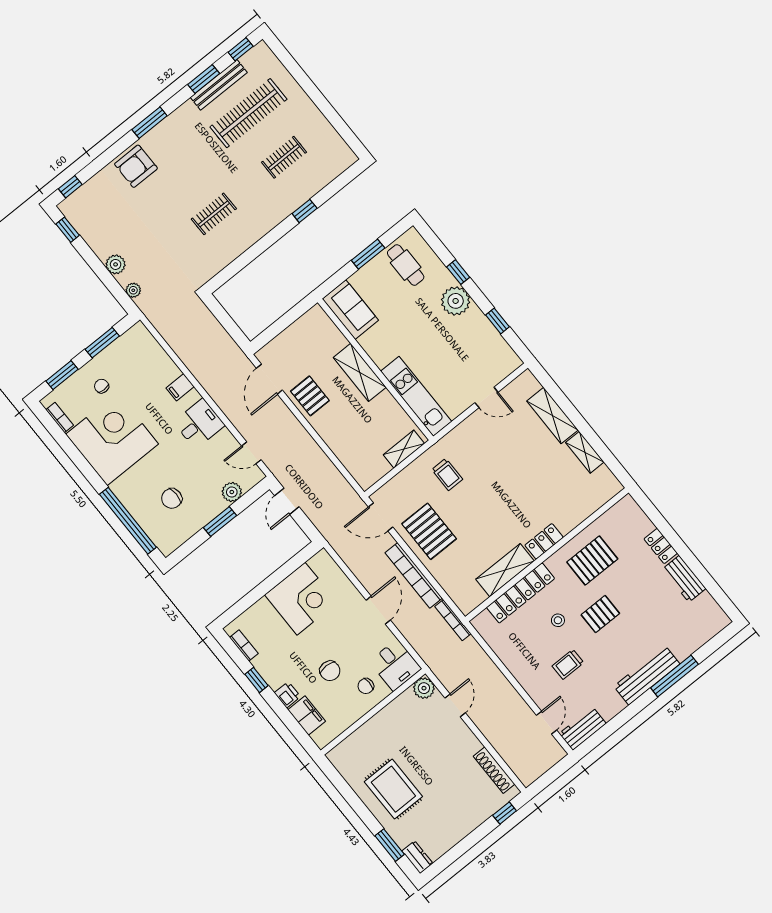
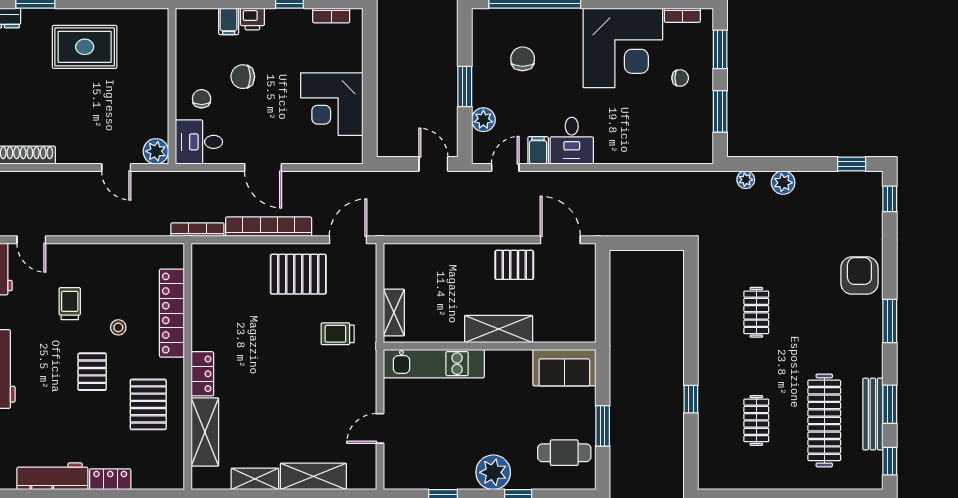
filing cabinet: (180, 387) -> (538, 150), moved
shelving: (505, 570) -> (205, 432), moved
workbench: (684, 579) -> (52, 476), width x1.38
filing cabinet: (307, 715) -> (229, 21), width x0.50

